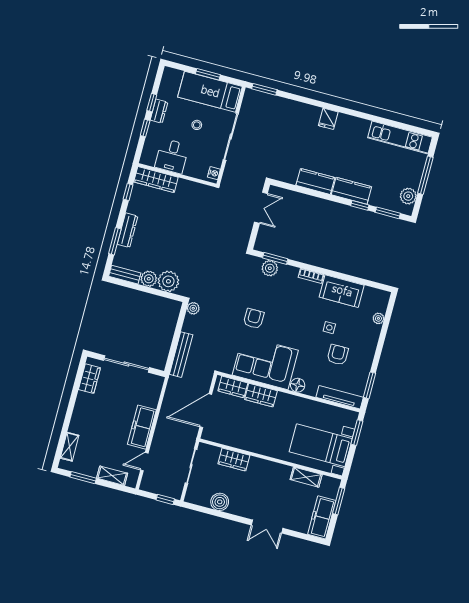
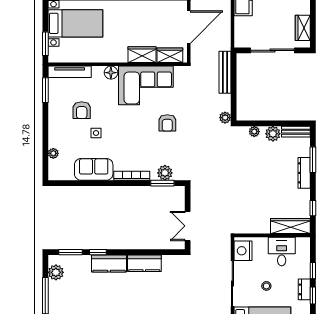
nightstand: (214, 173) -> (243, 251), width x1.89, depth x1.79
bookcase: (311, 276) -> (132, 176), width x1.56
plant: (168, 281) -> (254, 132), width x0.53, depth x0.53

